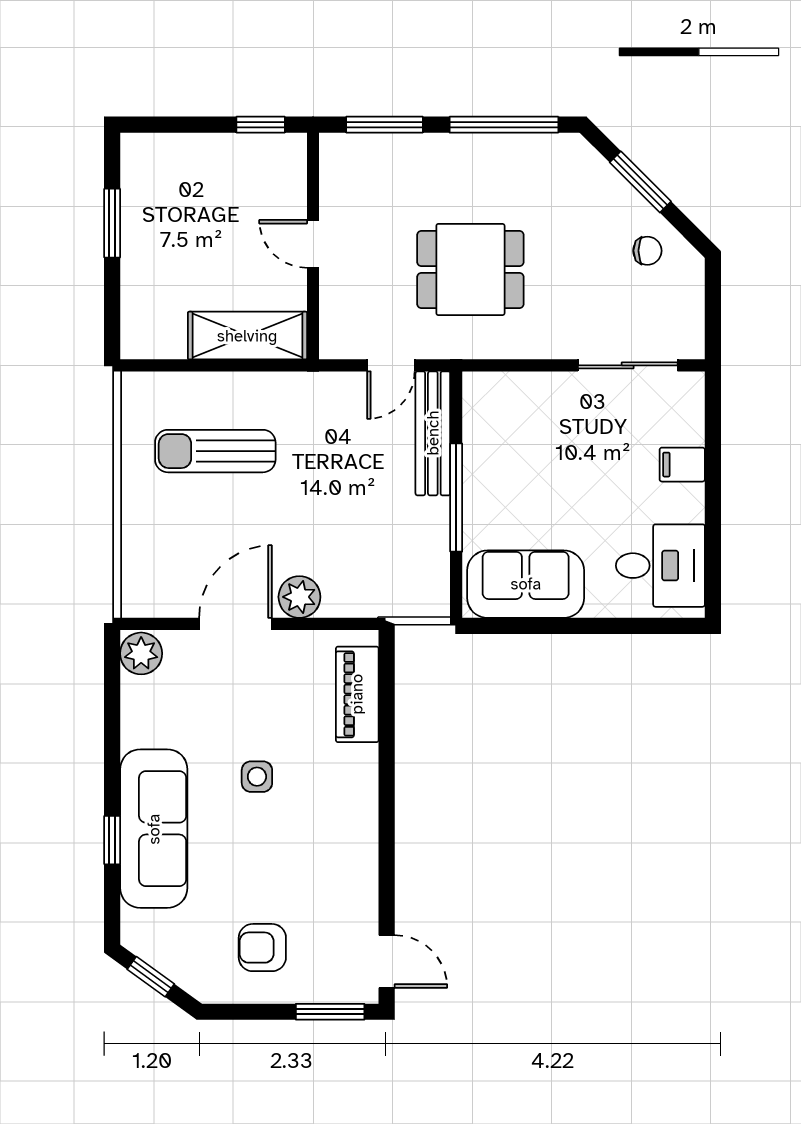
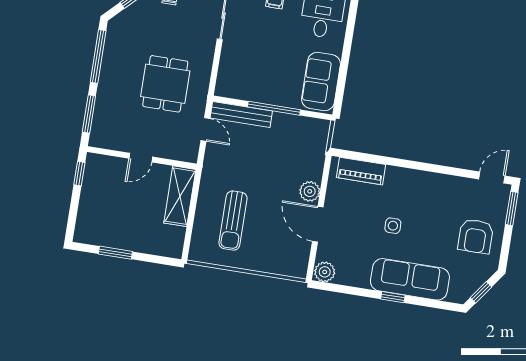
window: (112, 840) -> (393, 297), moved
armchair: (262, 948) -> (476, 236), width x1.38, depth x1.38

